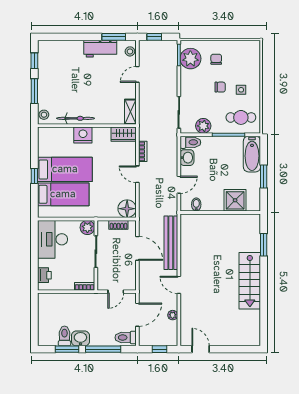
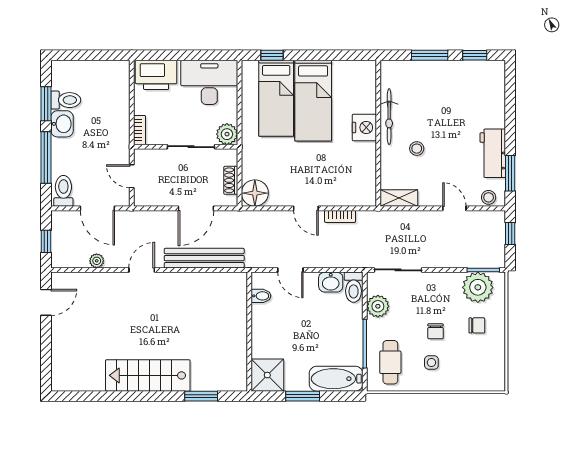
stool: (44, 115) -> (417, 149), moved
wardrobe: (124, 134) -> (366, 188), removed
door: (137, 174) -> (306, 208), swing flipped
window: (34, 176) -> (272, 55), moved
shower: (235, 200) -> (267, 375), moved
printer: (44, 275) -> (156, 75), width x1.87, depth x1.48

